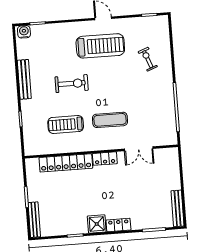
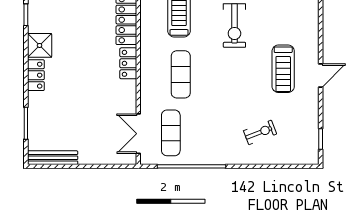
treadmill: (100, 46) -> (283, 69), width x0.73, depth x0.73
exercise mat: (153, 124) -> (171, 133), added
double door: (139, 149) -> (138, 134), moved

